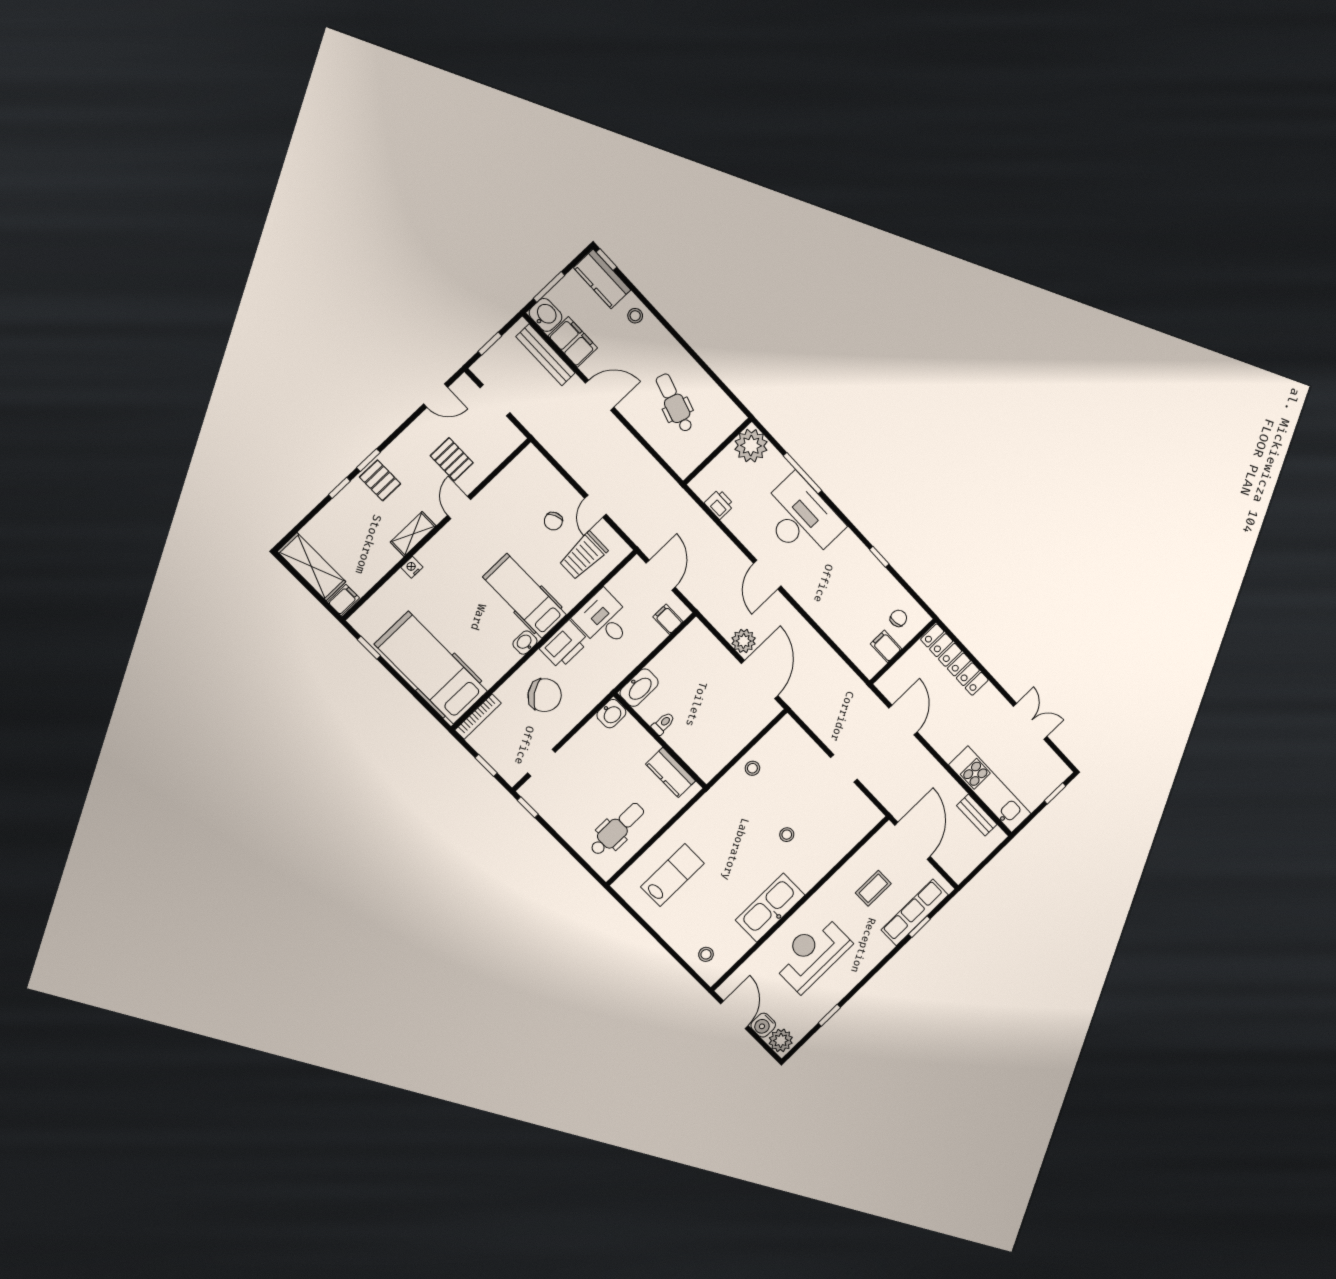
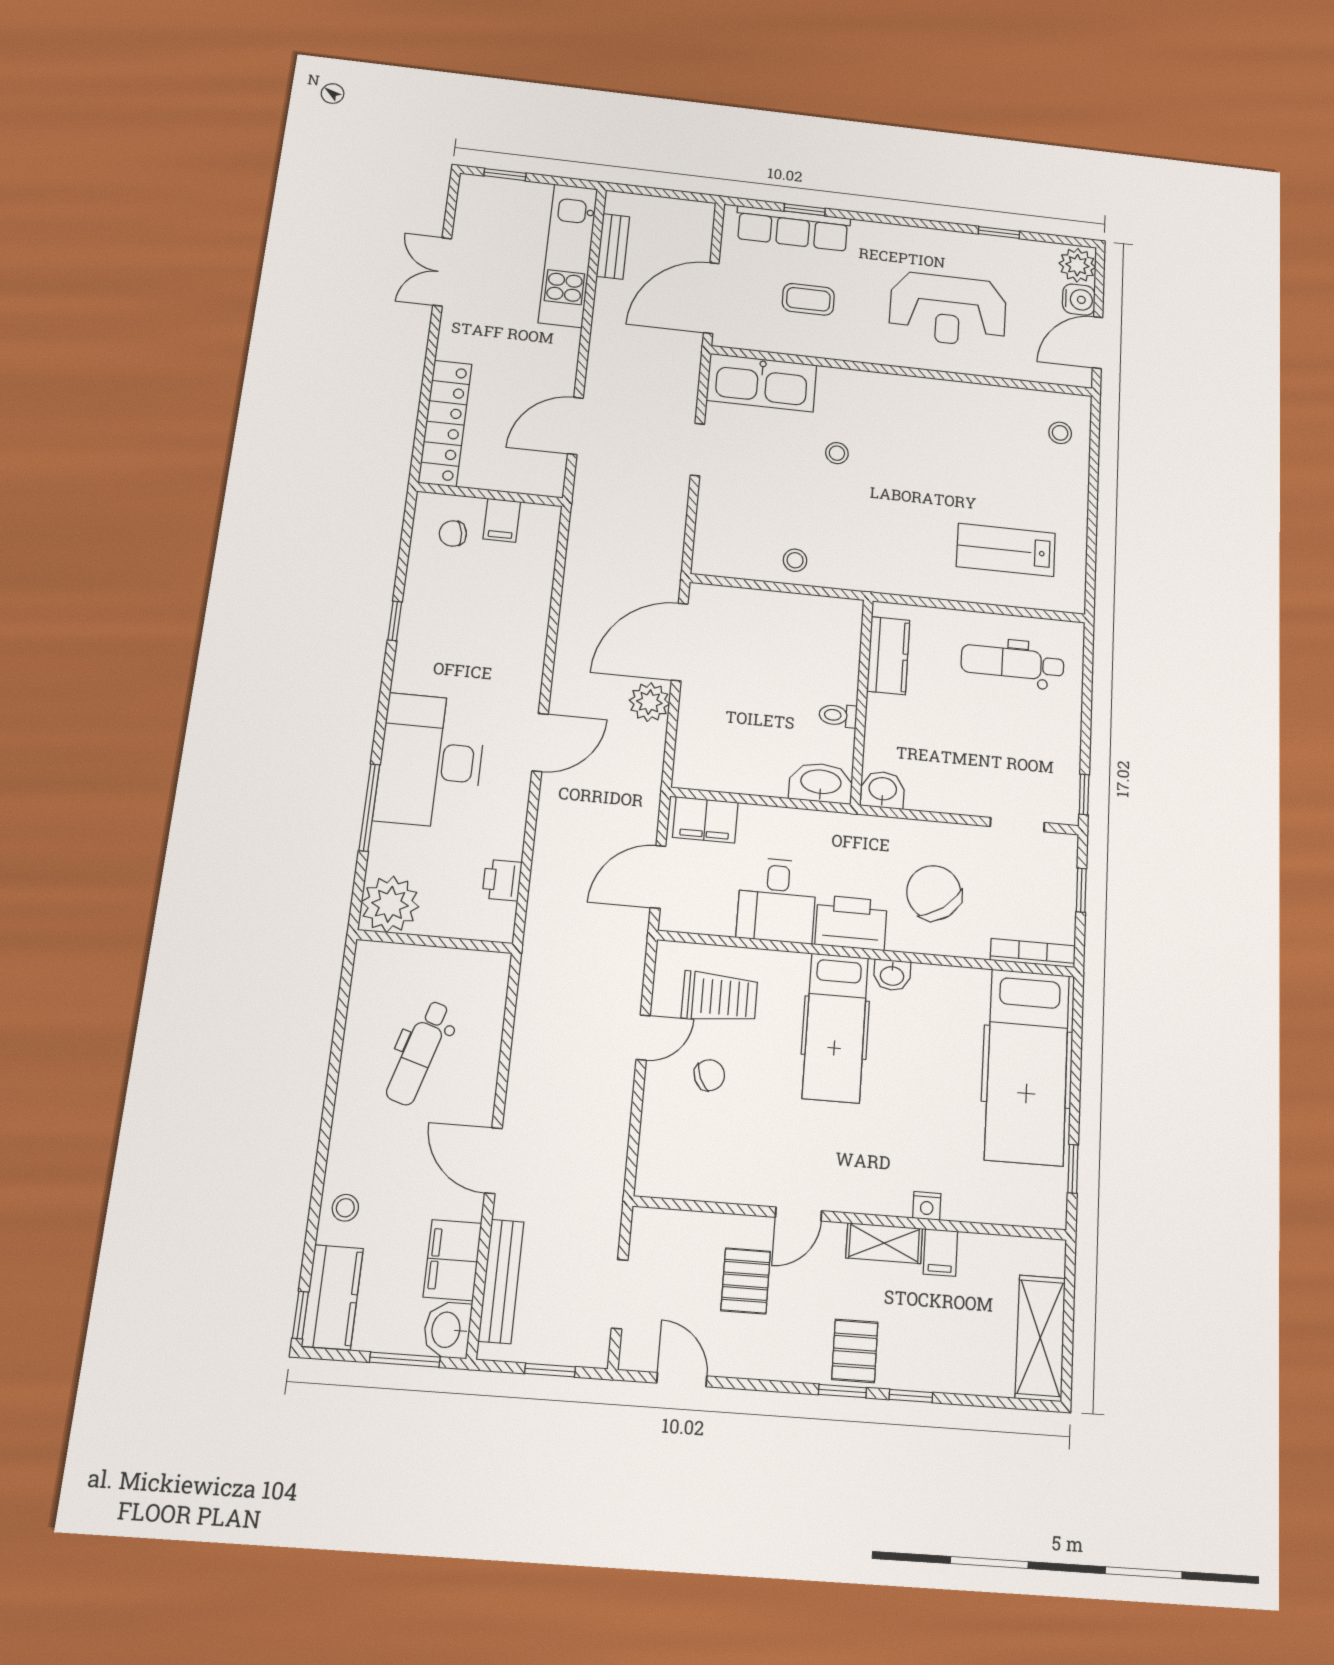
filing cabinet: (343, 600) -> (940, 1253), moved, turned -90
filing cabinet: (668, 619) -> (705, 820), width x2.00
kitchen sink: (770, 908) -> (762, 383), moved

